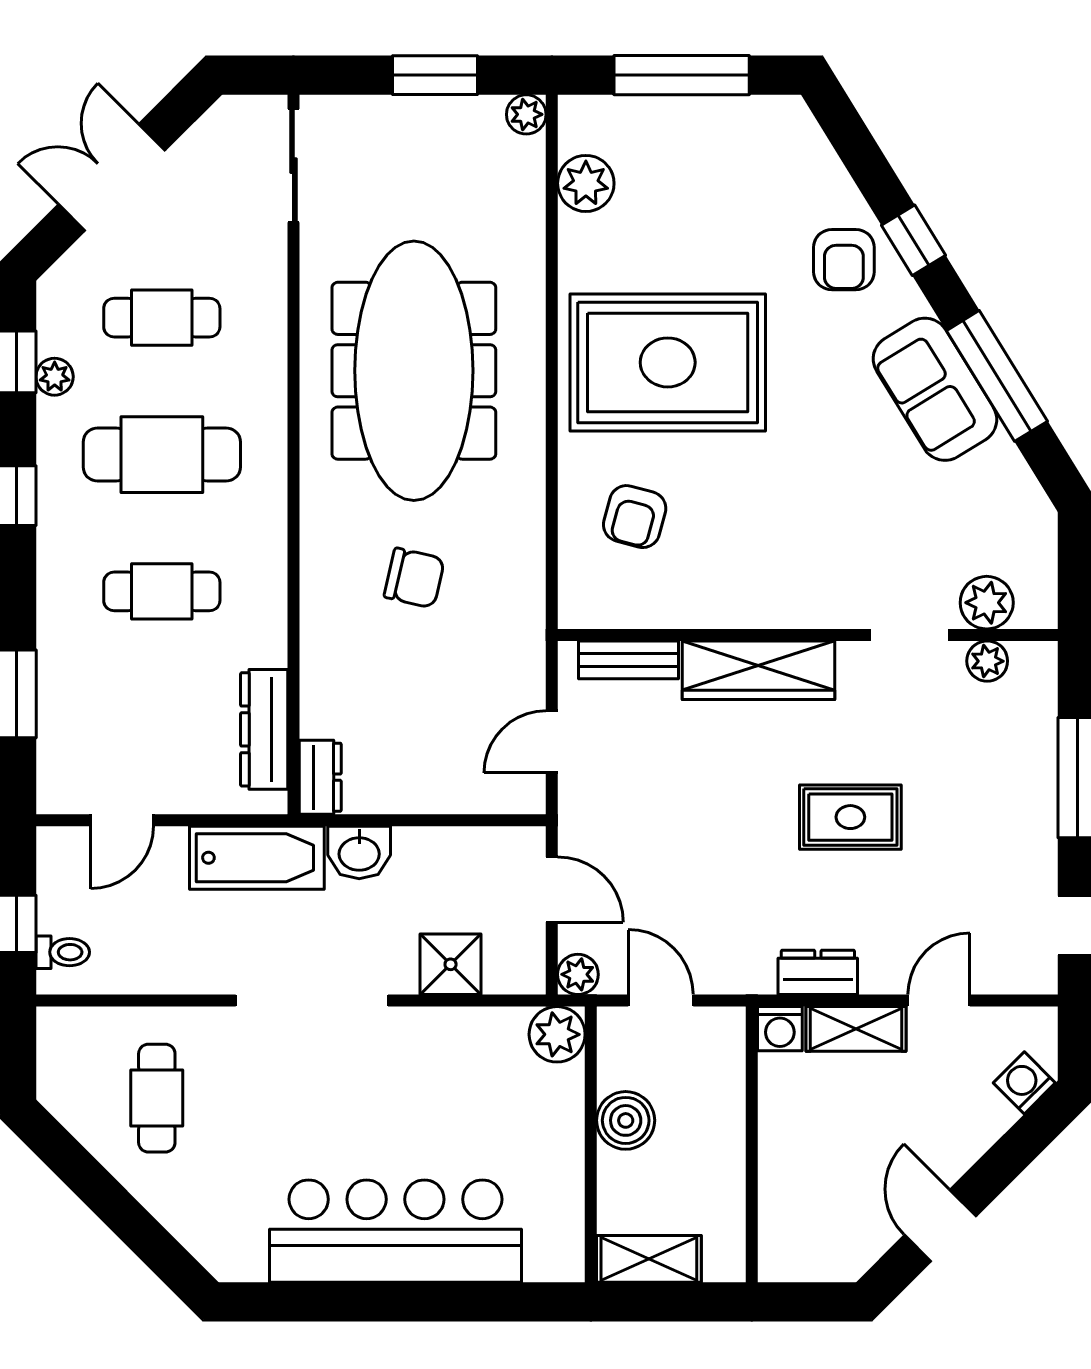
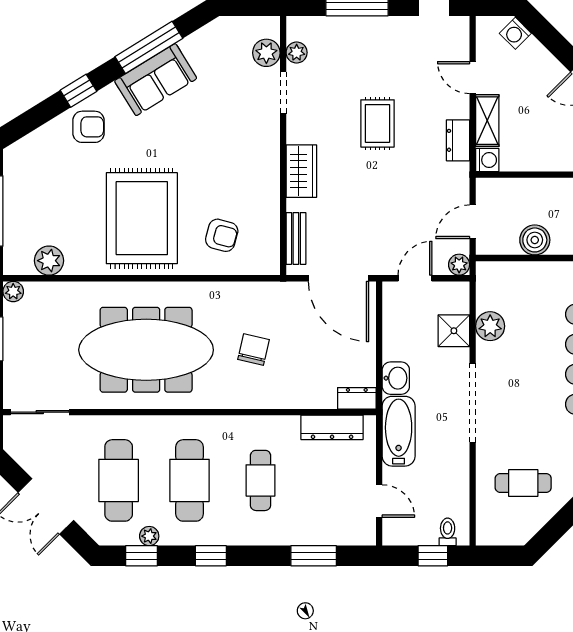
cafe table: (162, 318) -> (119, 480), width x1.37, depth x1.35
wardrobe: (758, 670) -> (301, 171), width x0.67
door: (552, 742) -> (339, 278), width x1.88
plant: (557, 1034) -> (490, 326), moved

